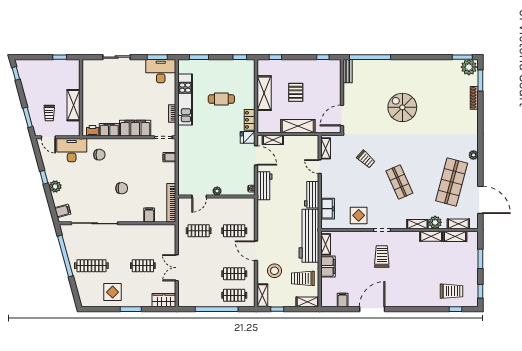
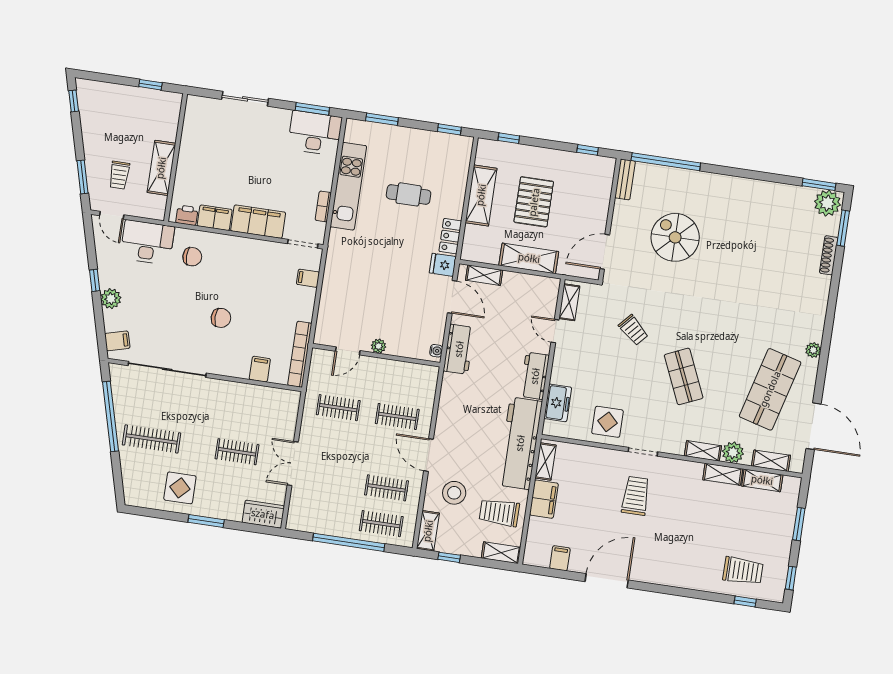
pallet: (296, 92) -> (534, 202), width x1.50, depth x1.42
spiral stairs: (402, 107) -> (675, 237), moved

